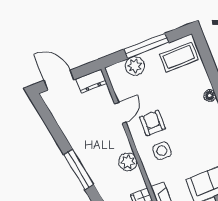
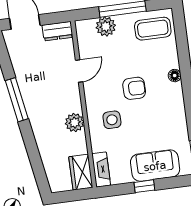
armchair: (152, 123) -> (134, 88), moved, turned 90
window: (79, 169) -> (17, 100), moved

